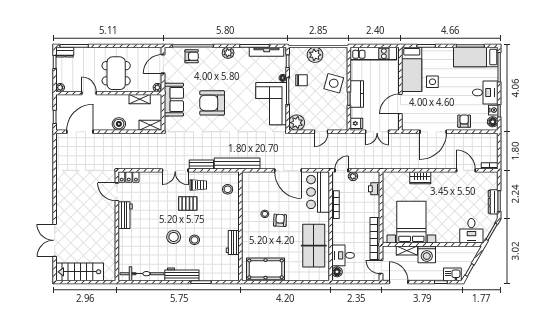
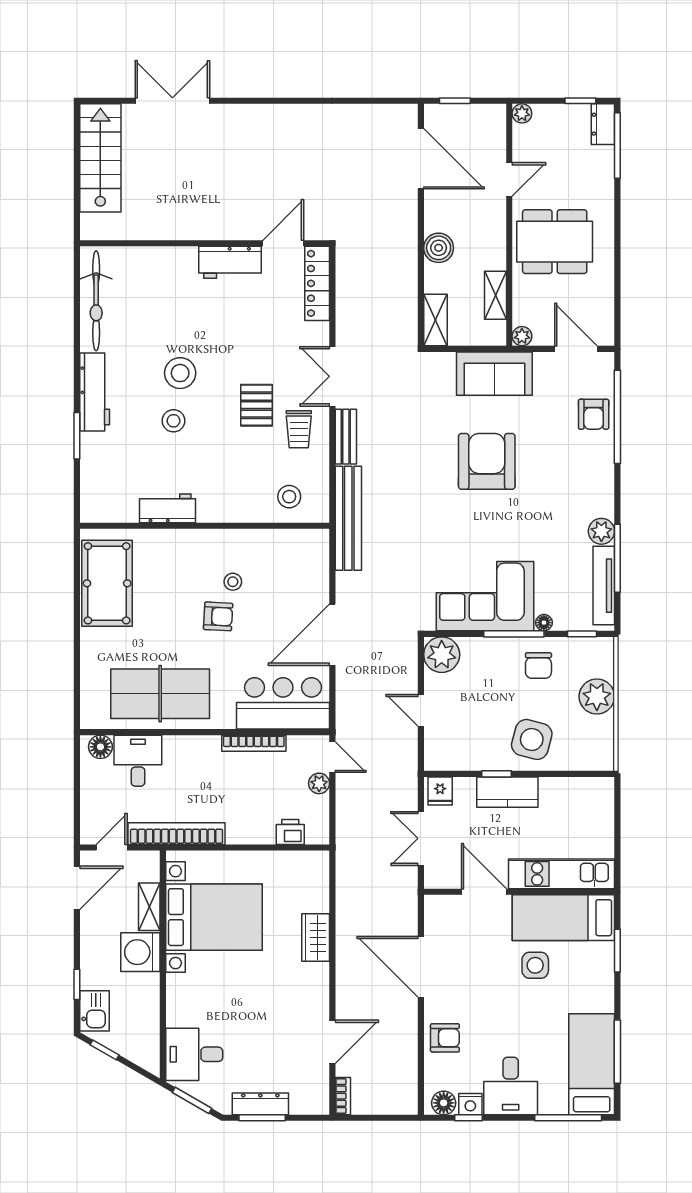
plant: (228, 53) -> (601, 531), moved
kitchen unit: (373, 54) -> (561, 874), moved, turned 90
locker: (129, 177) -> (317, 283), width x1.53

